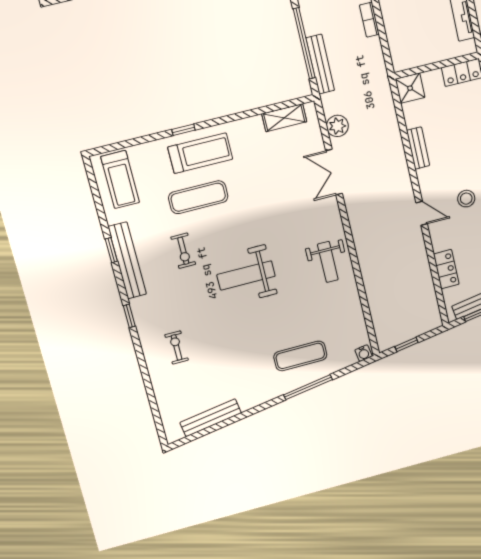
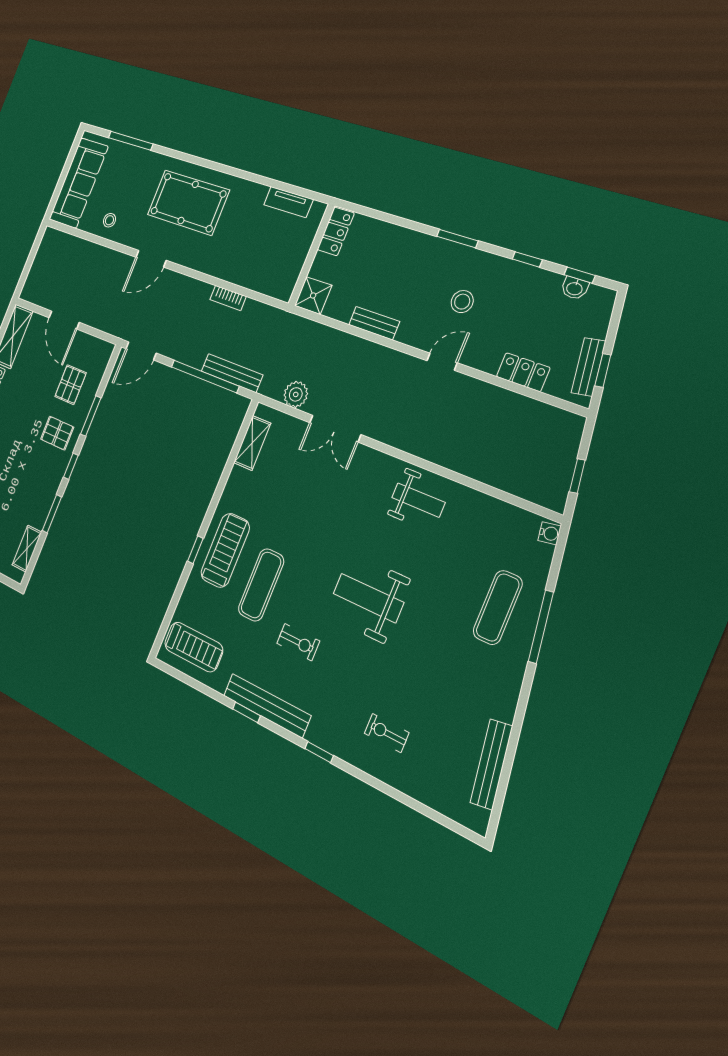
weight bench: (246, 275) -> (368, 598), turned 90

